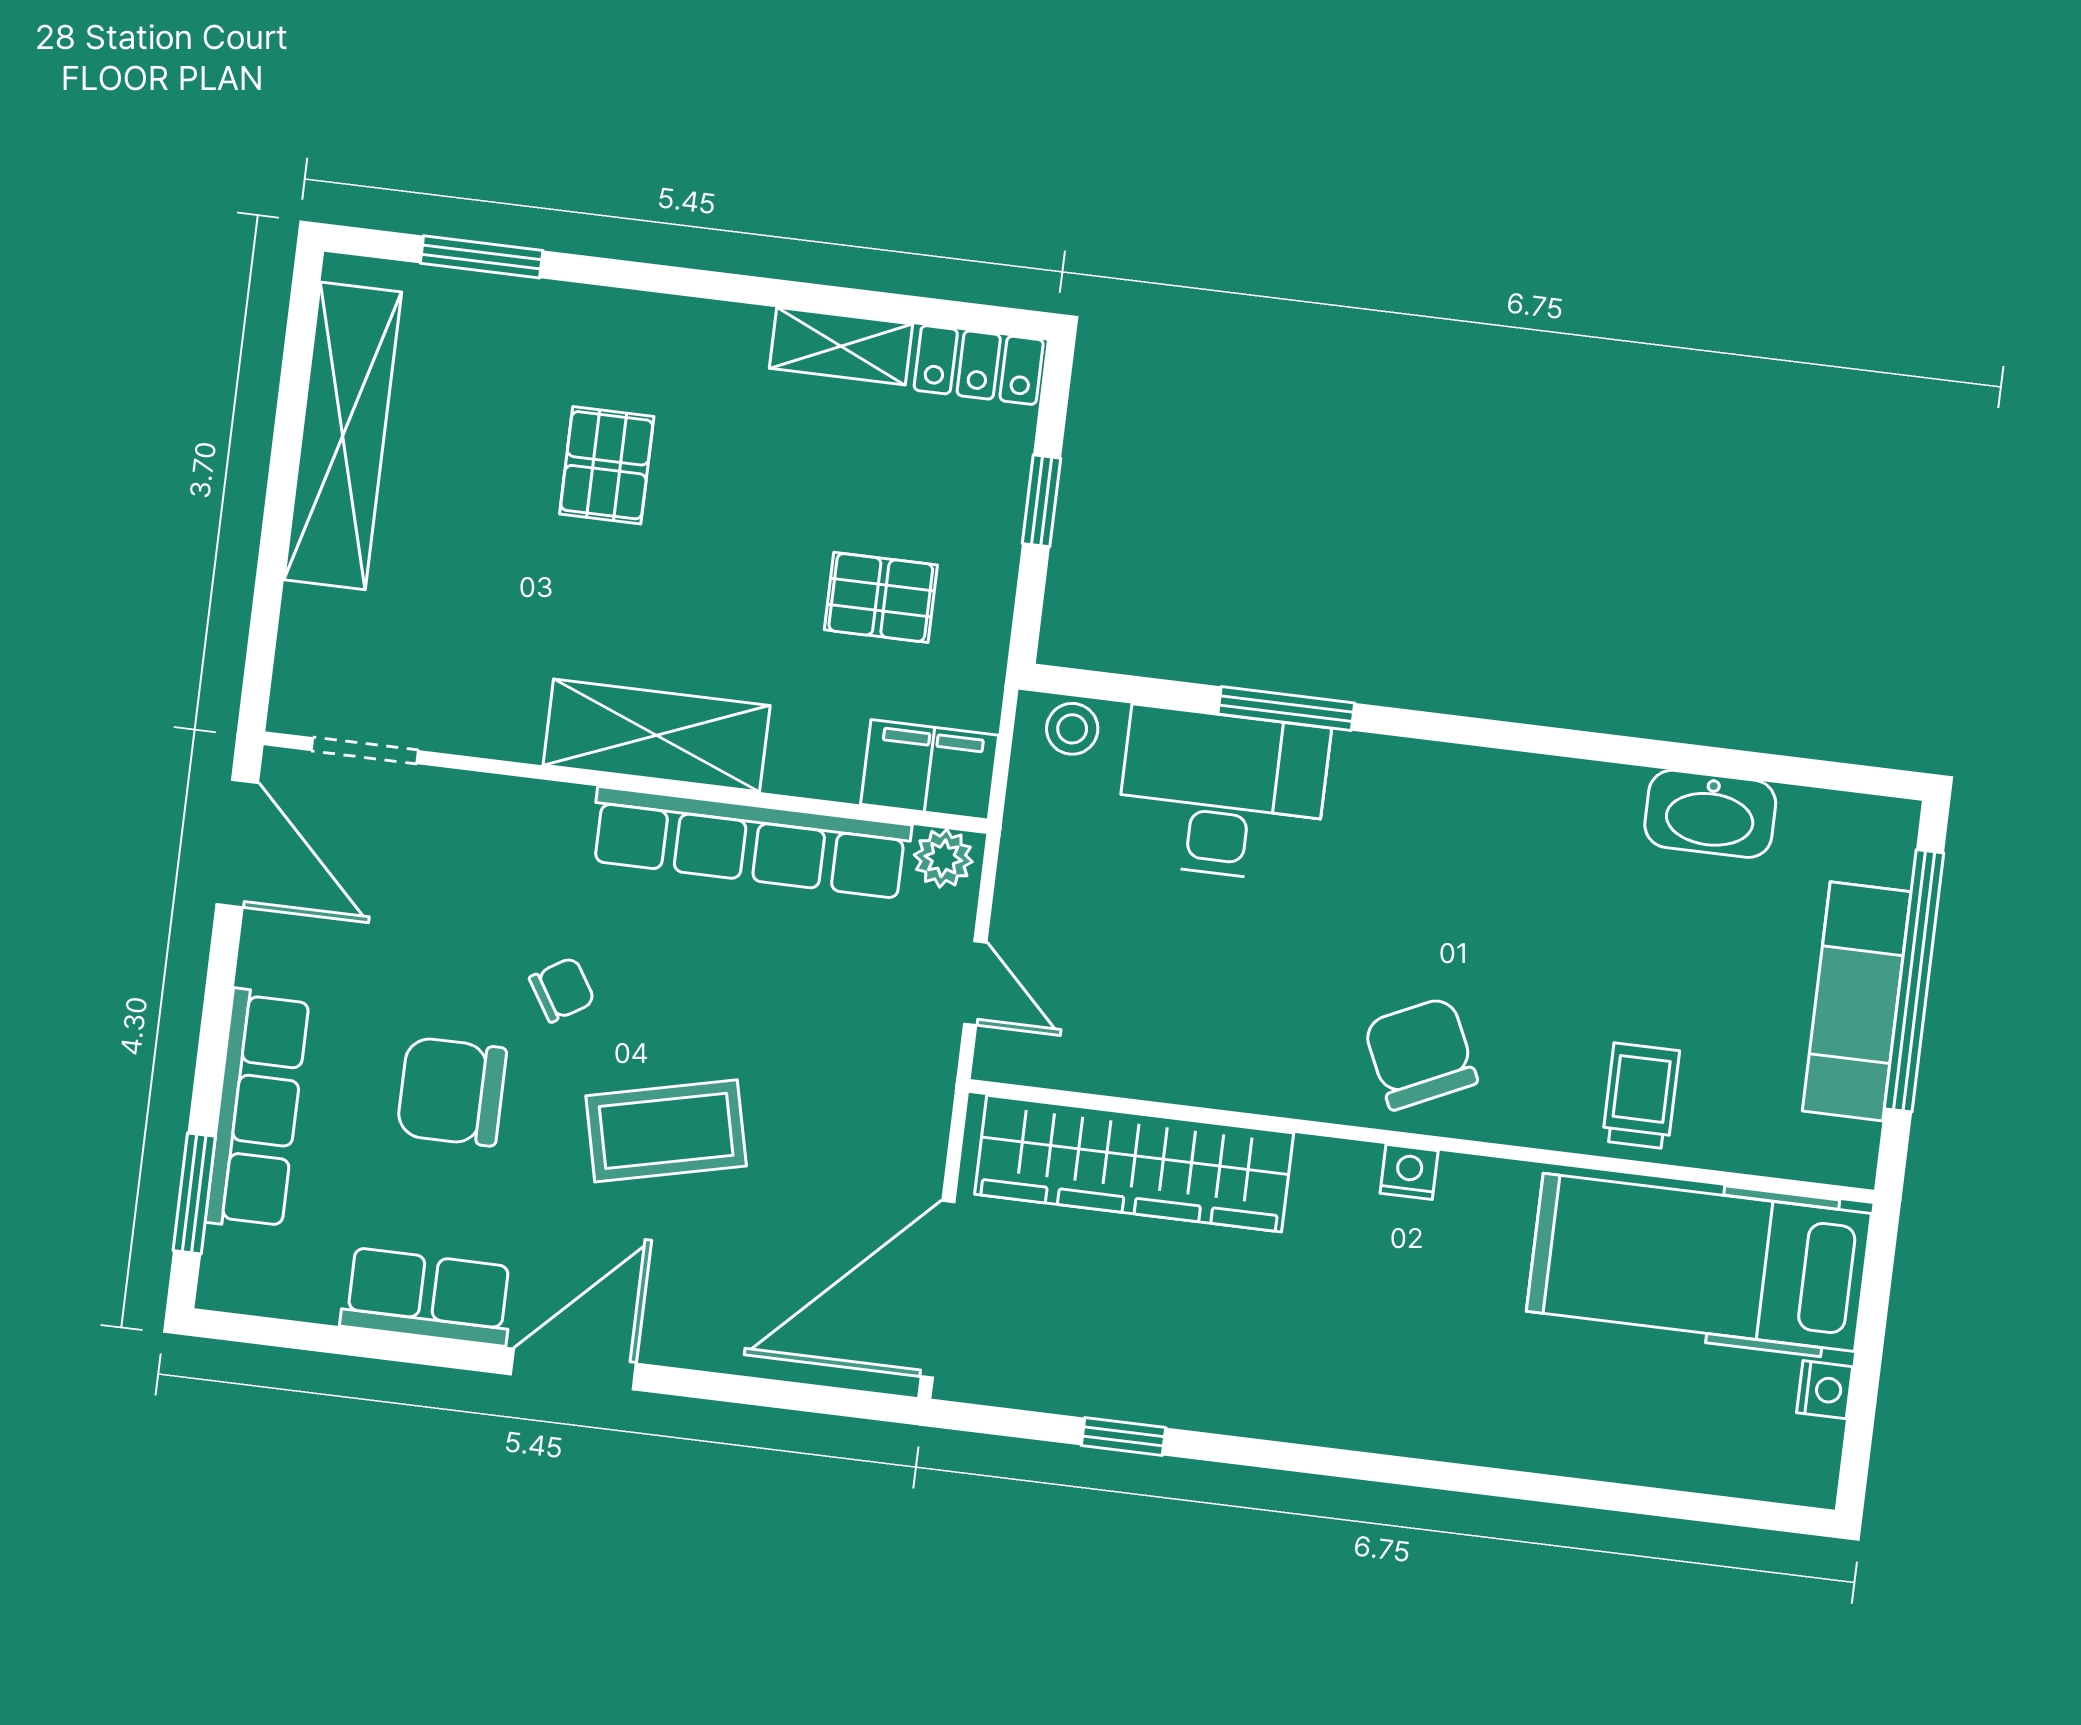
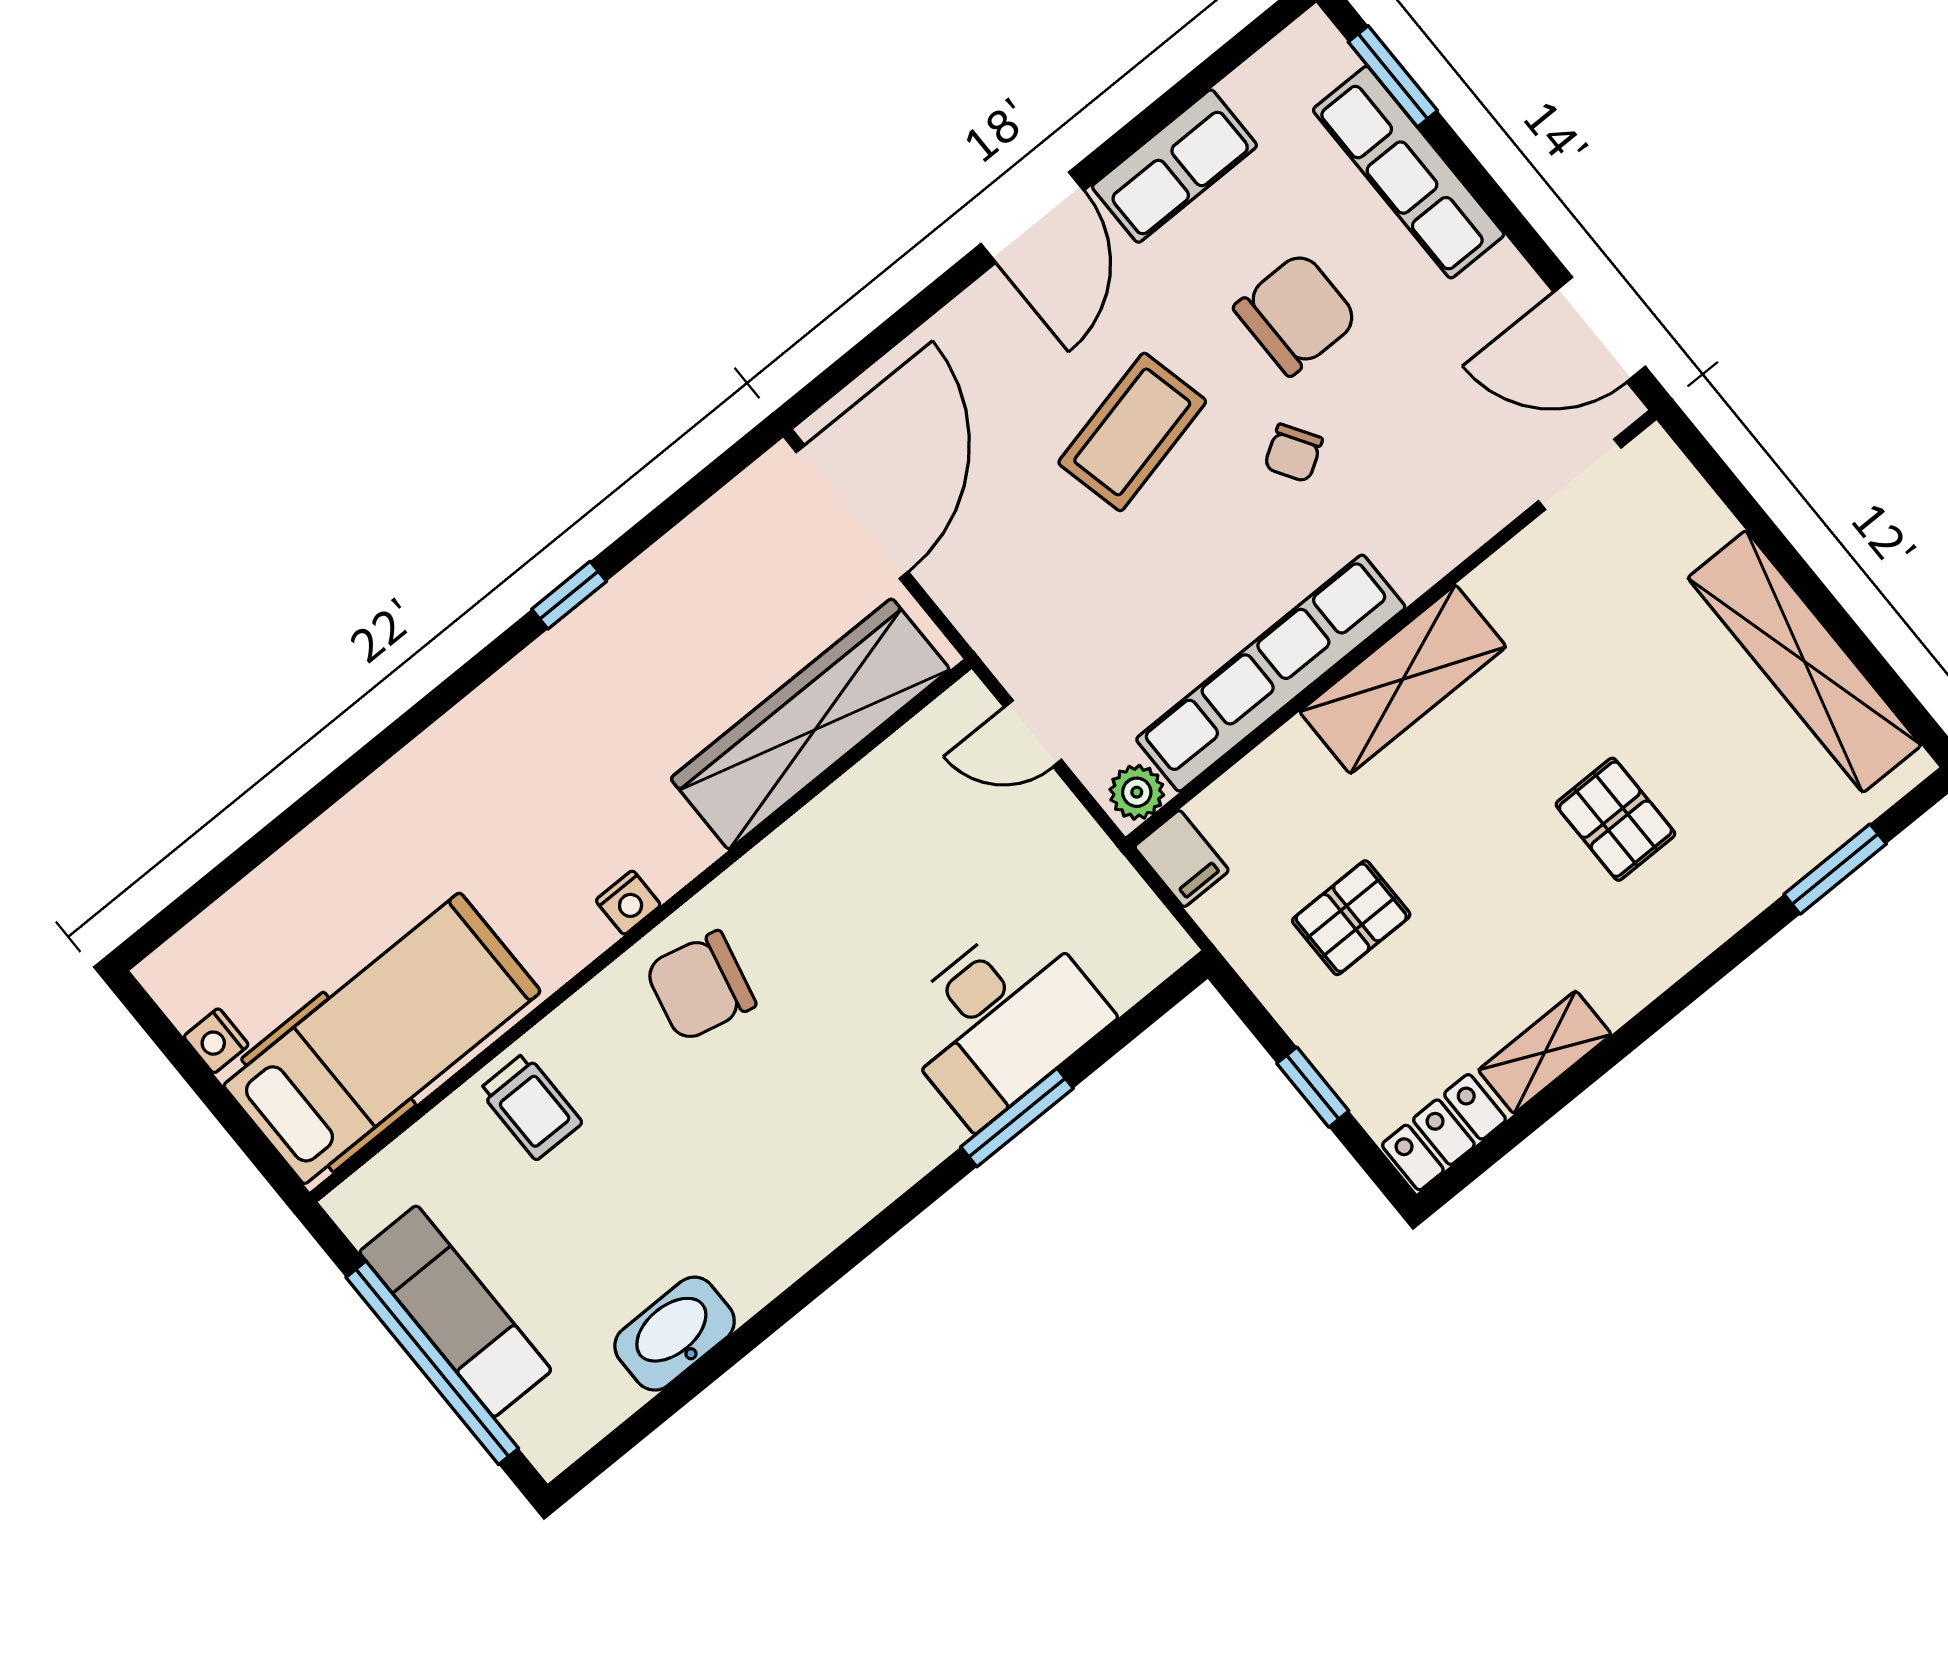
stool: (1072, 729) -> (1141, 961), removed
filing cabinet: (930, 770) -> (1182, 859), width x0.50
chair: (1420, 1053) -> (700, 986), turned 128
window: (1124, 1436) -> (569, 595), moved

